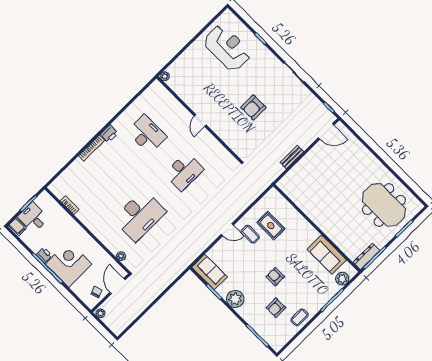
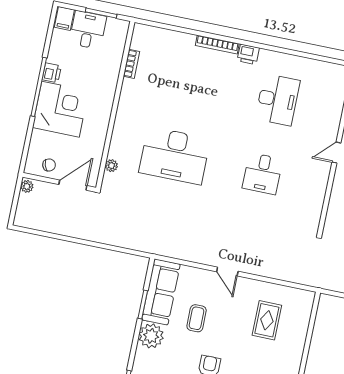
desk: (184, 172) -> (262, 174), width x0.73
coffee table: (250, 234) -> (197, 318), moved
sofa: (209, 272) -> (161, 292), width x1.36

